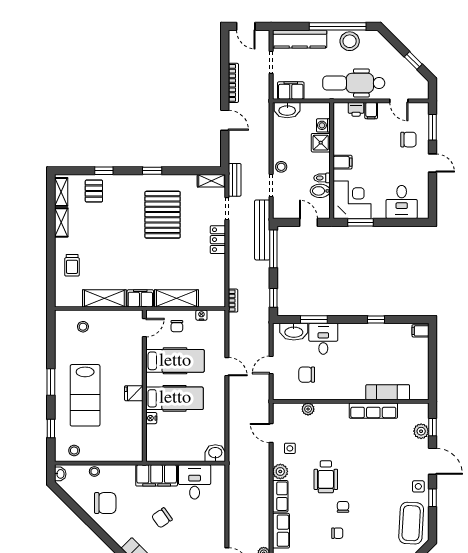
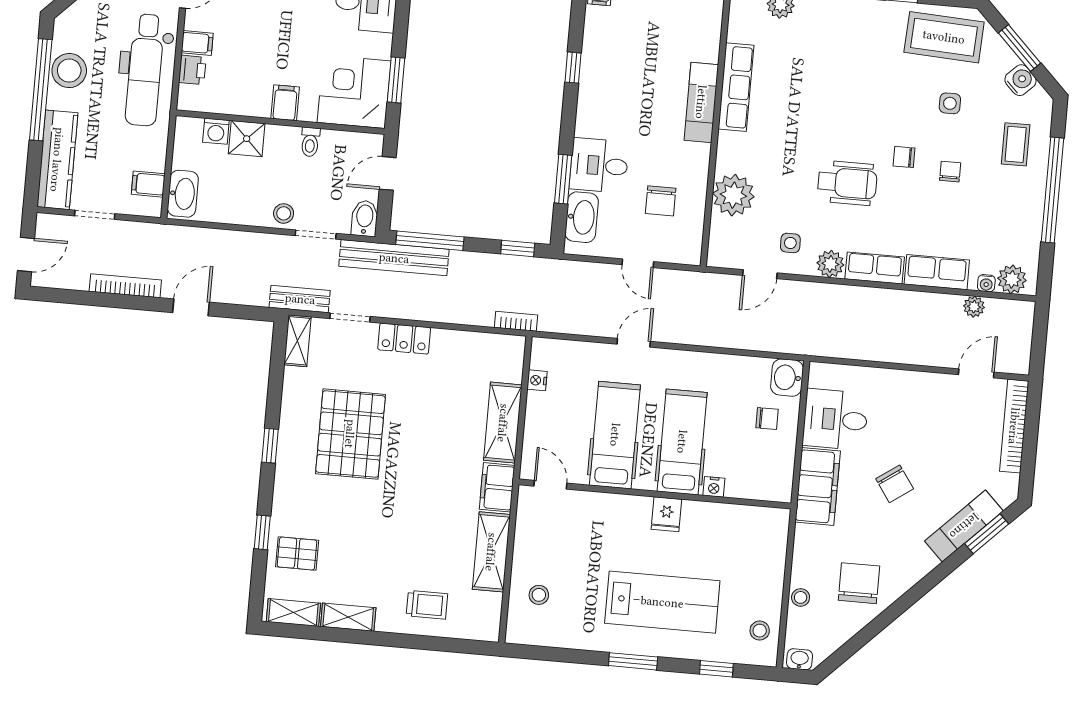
filing cabinet: (291, 91) -> (148, 184), width x0.50
bidet: (320, 191) -> (365, 218), moved, turned 180
pallet: (163, 215) -> (350, 434), turned 90
chair: (177, 326) -> (767, 419), moved
exam couch: (388, 392) -> (701, 102), moved
plant: (308, 409) -> (733, 195), width x1.88, depth x1.88
side table: (418, 486) -> (950, 103), moved

